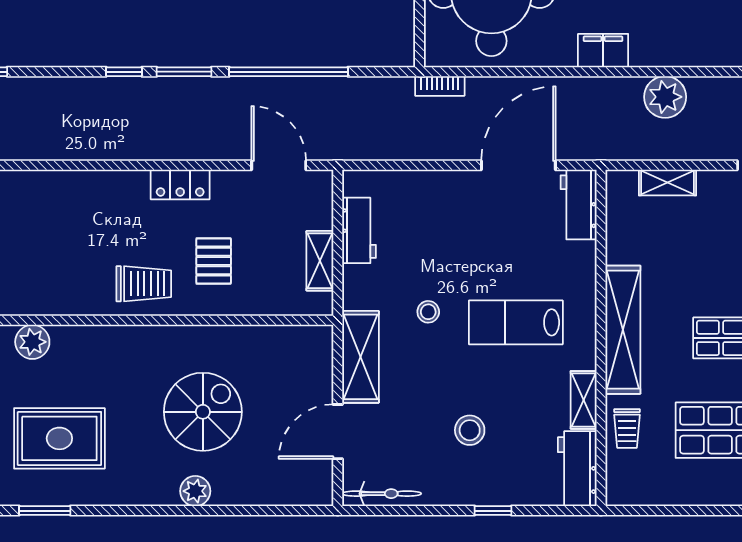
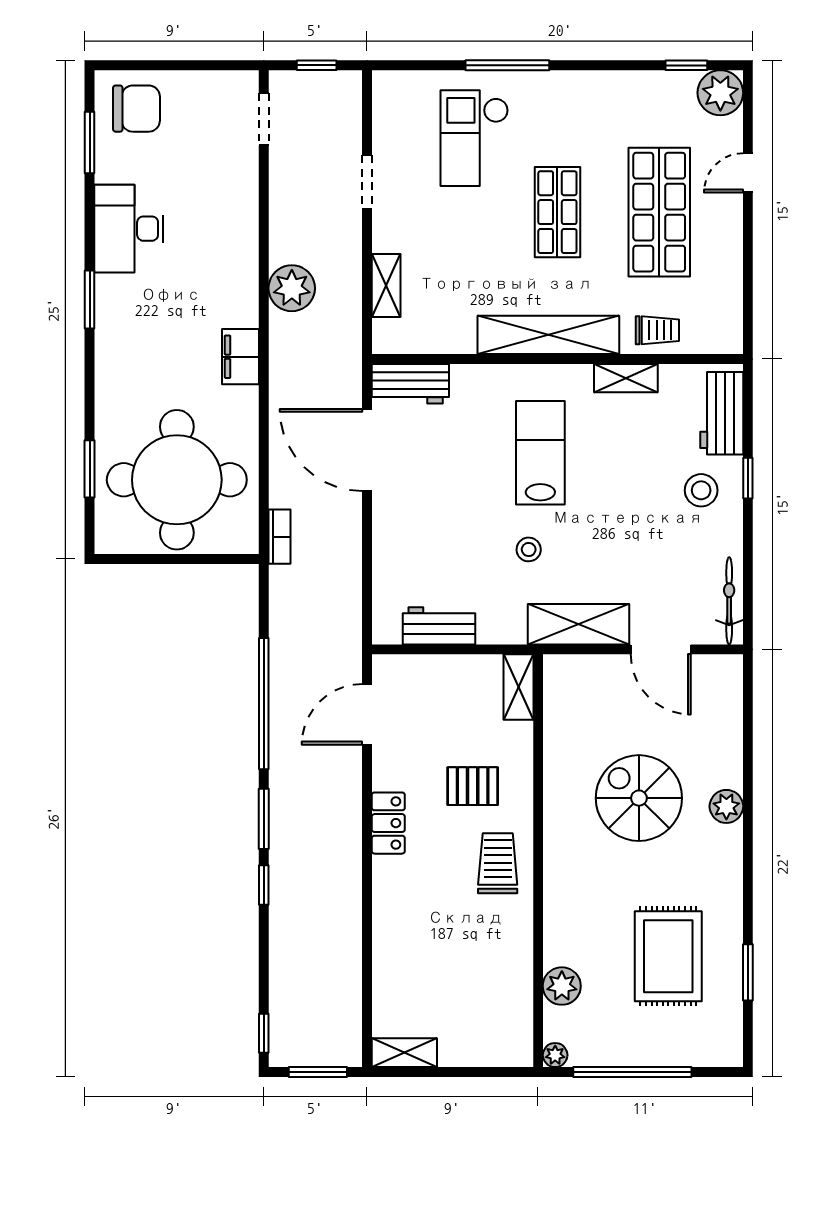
shelving: (320, 261) -> (518, 687), moved, turned 90
lab bench: (516, 322) -> (540, 453), turned 180
stool: (470, 430) -> (701, 490), moved
workbench: (577, 469) -> (722, 413), moved, turned 90

